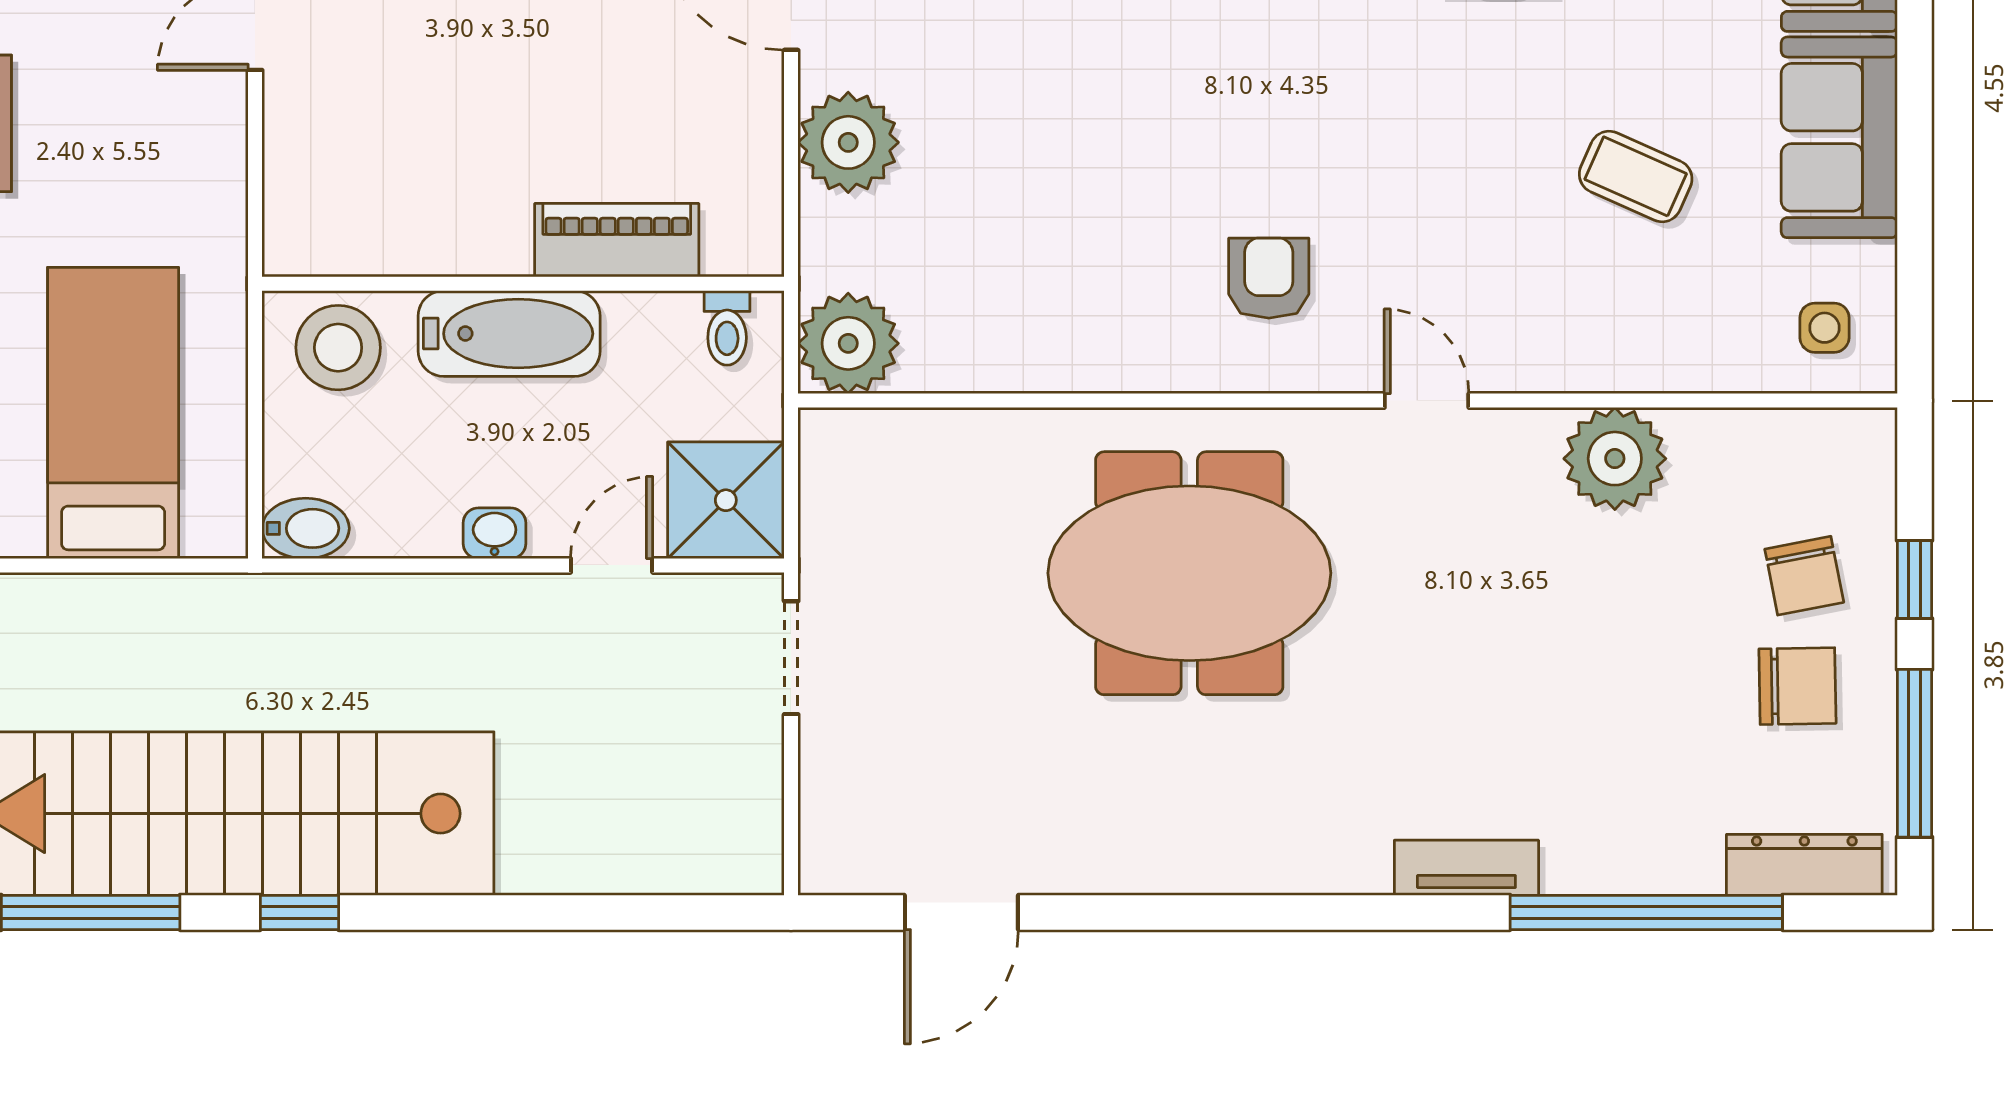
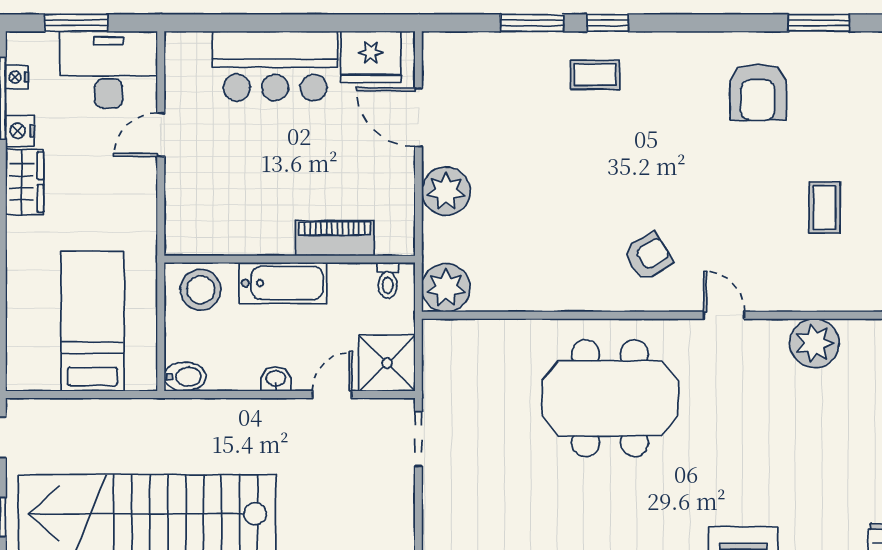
coffee table: (1636, 176) -> (824, 208), turned 66
armchair: (1269, 278) -> (648, 256), turned 58

